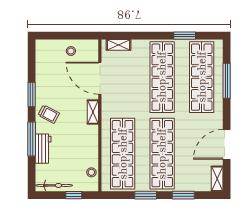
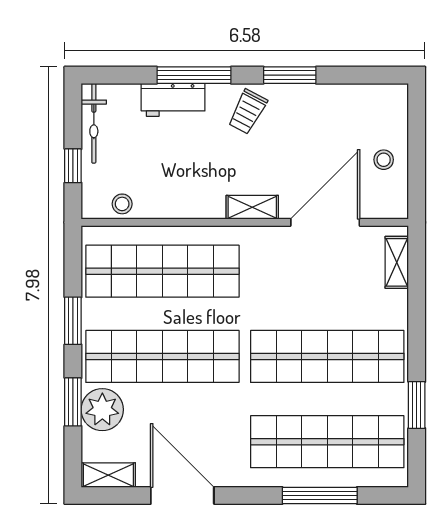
plant: (187, 182) -> (102, 410), added

